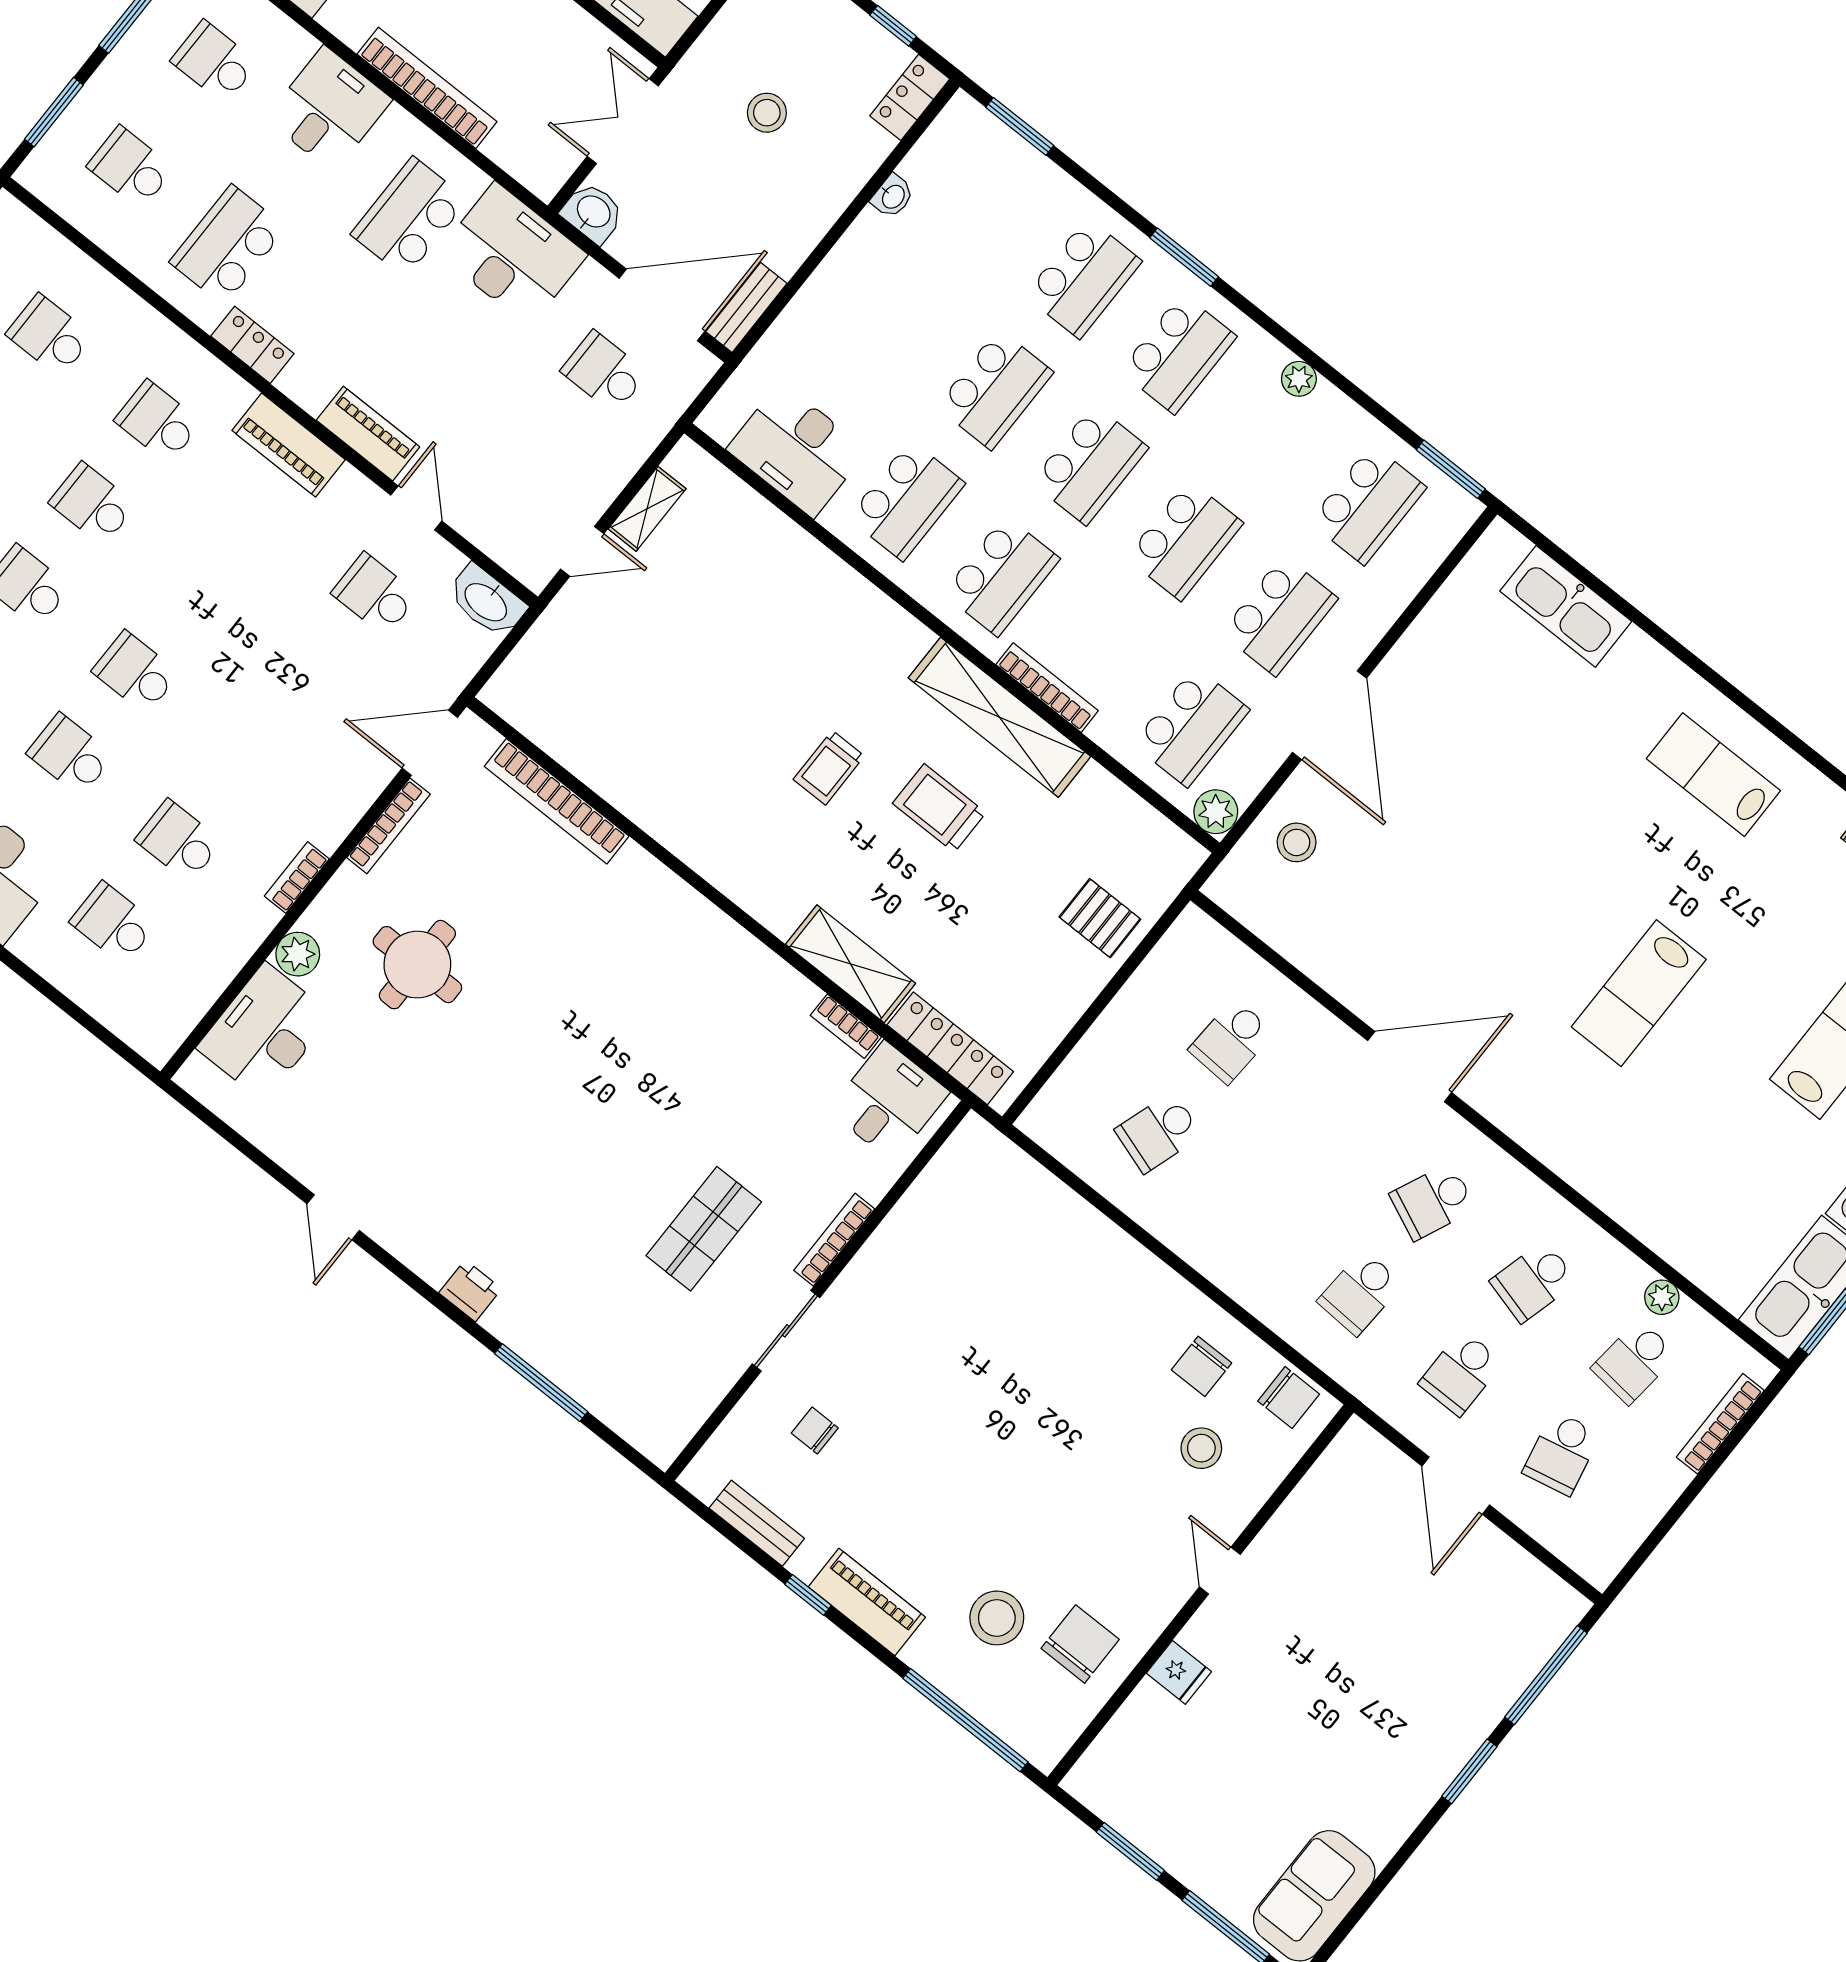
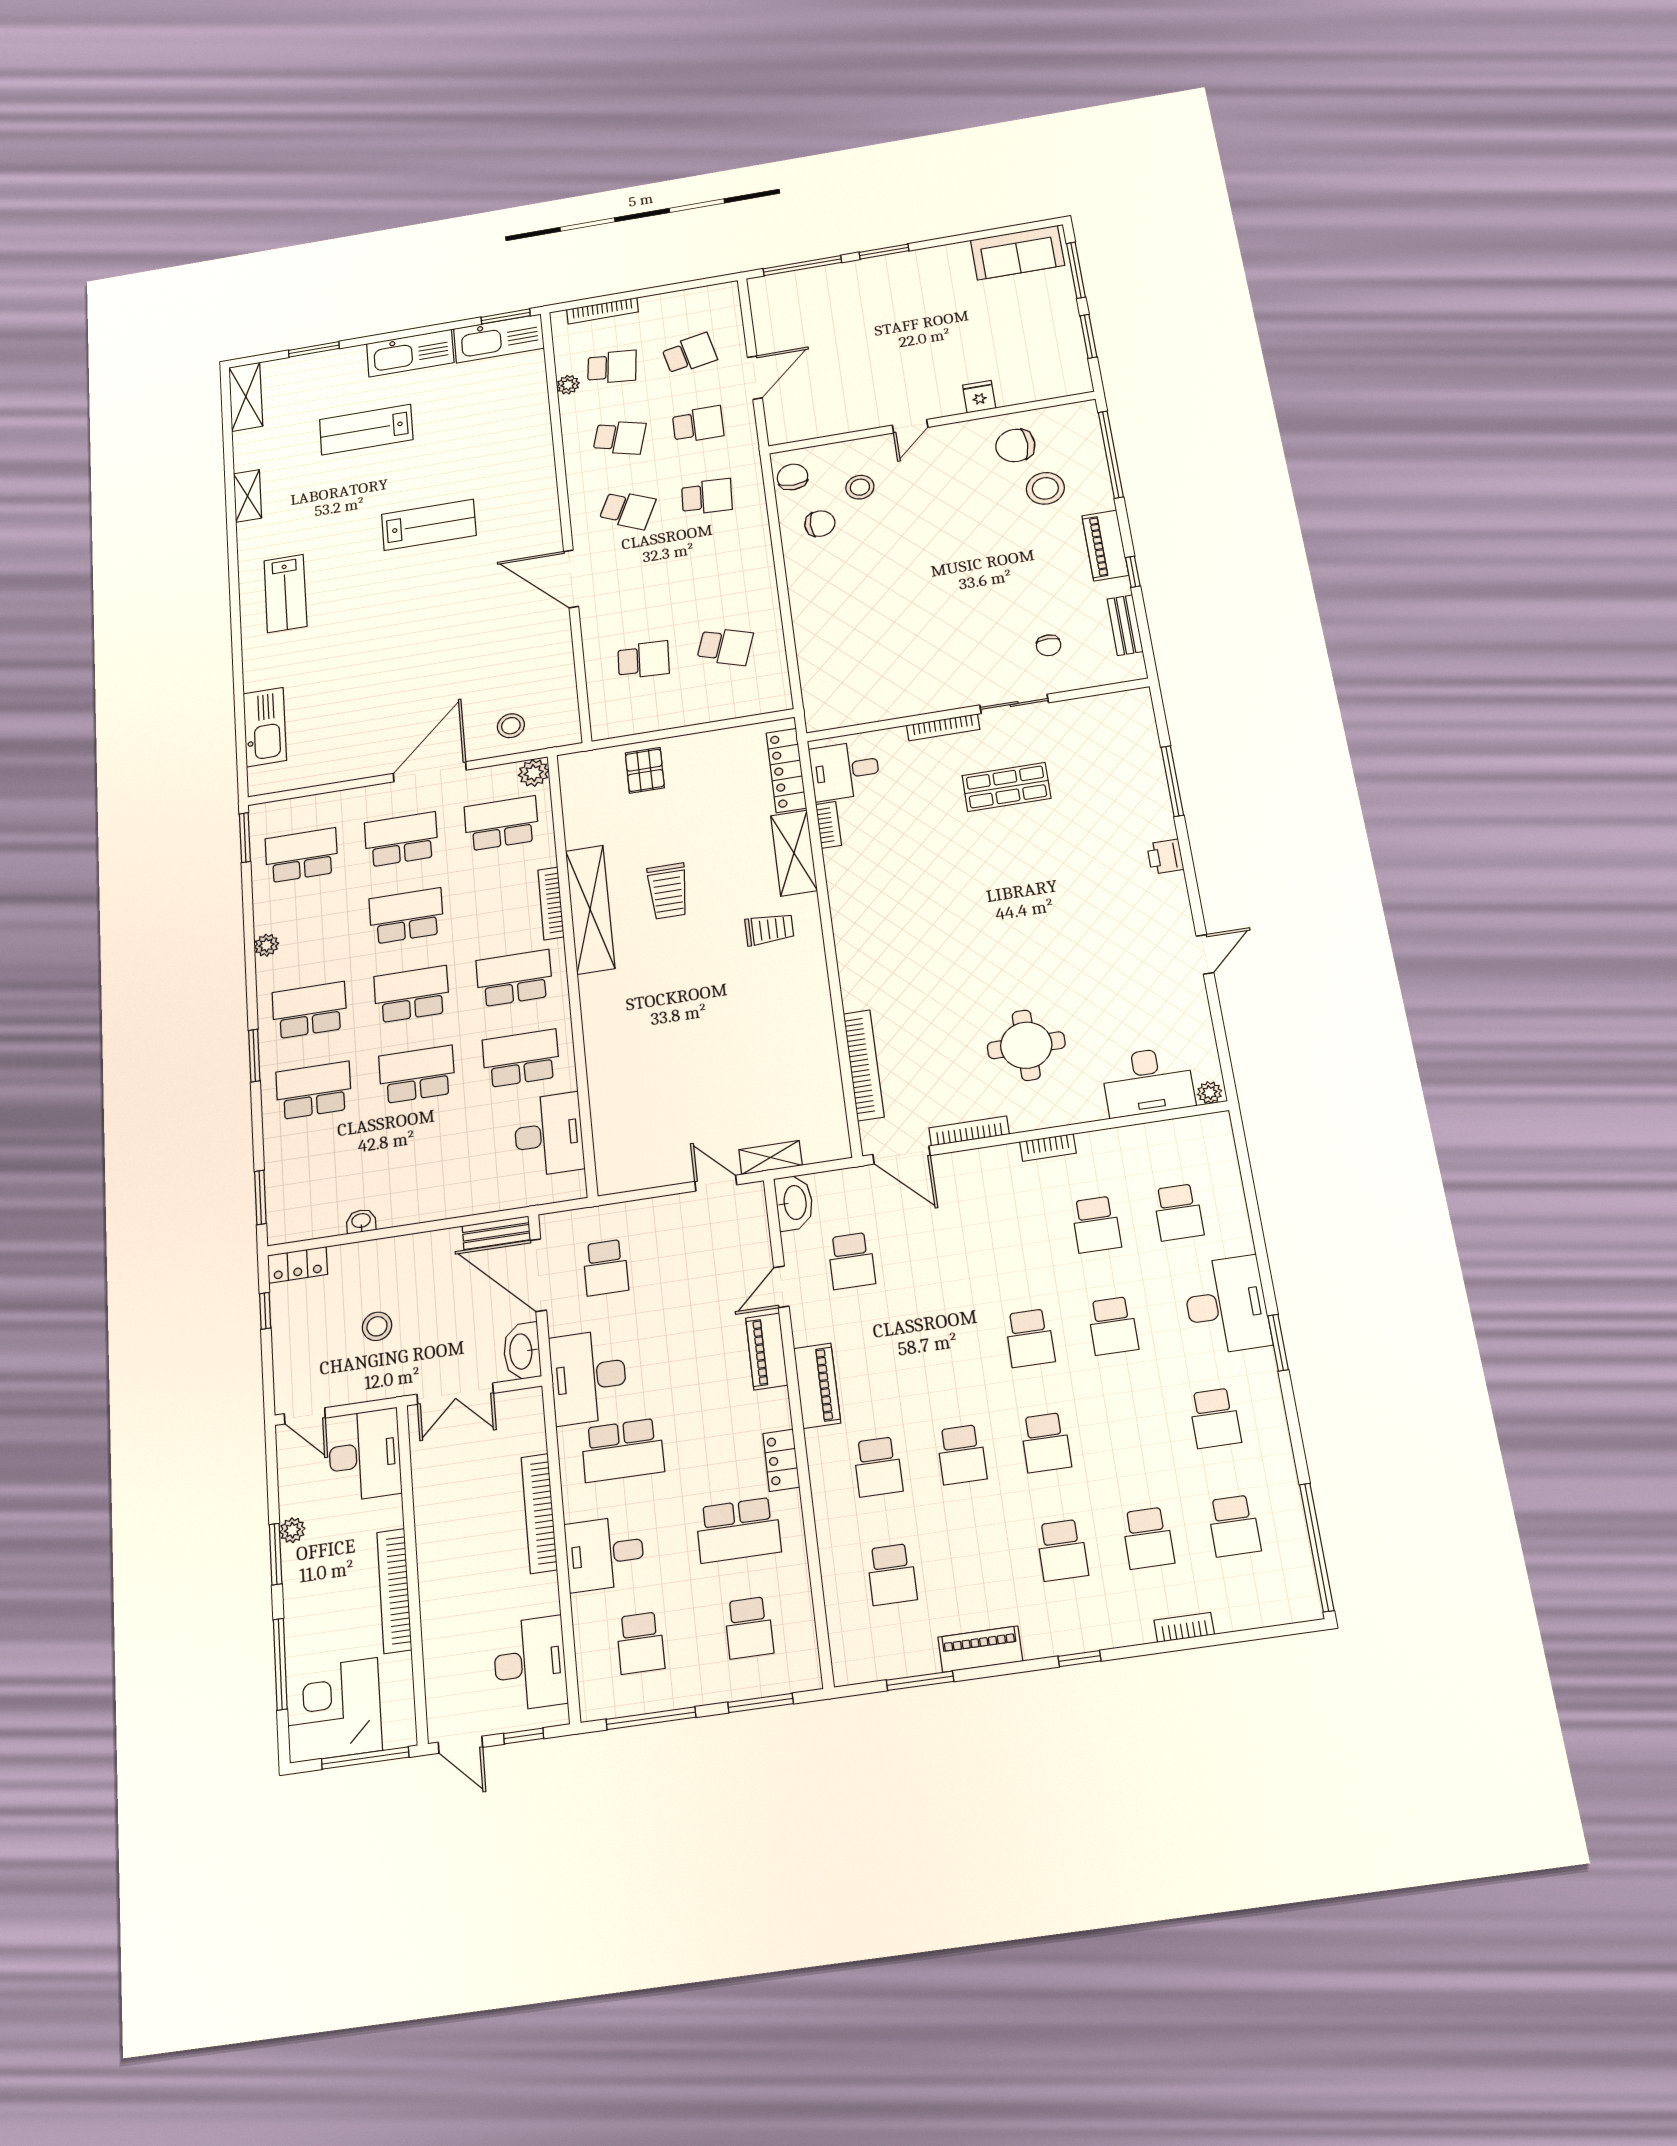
washbasin: (593, 213) -> (522, 1351), width x1.38
shelving: (647, 509) -> (770, 1157), moved
trolley: (829, 768) -> (769, 929), moved
plant: (298, 954) -> (1210, 1093), moved, width x0.73, depth x0.73

